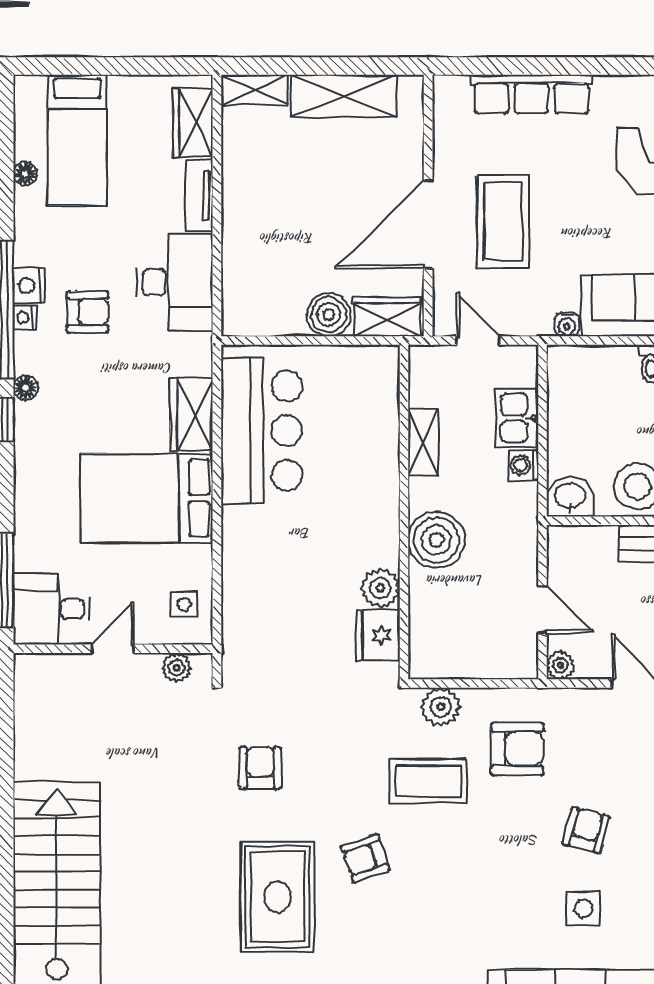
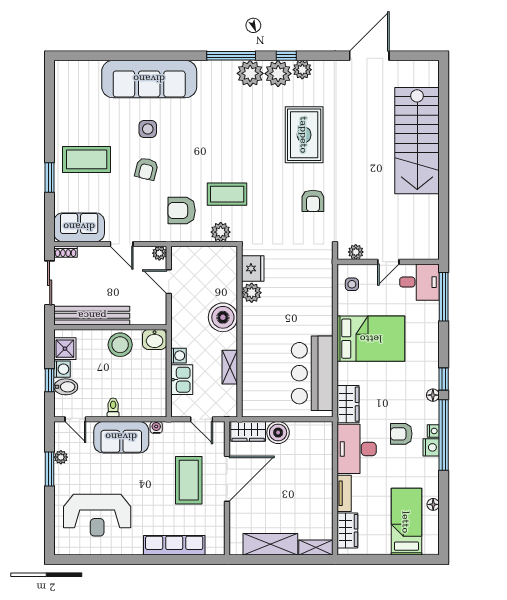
wardrobe: (192, 414) -> (348, 404), moved
armchair: (365, 858) -> (259, 155), removed

